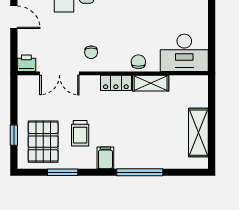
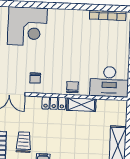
trolley: (80, 133) -> (24, 142), turned 180

